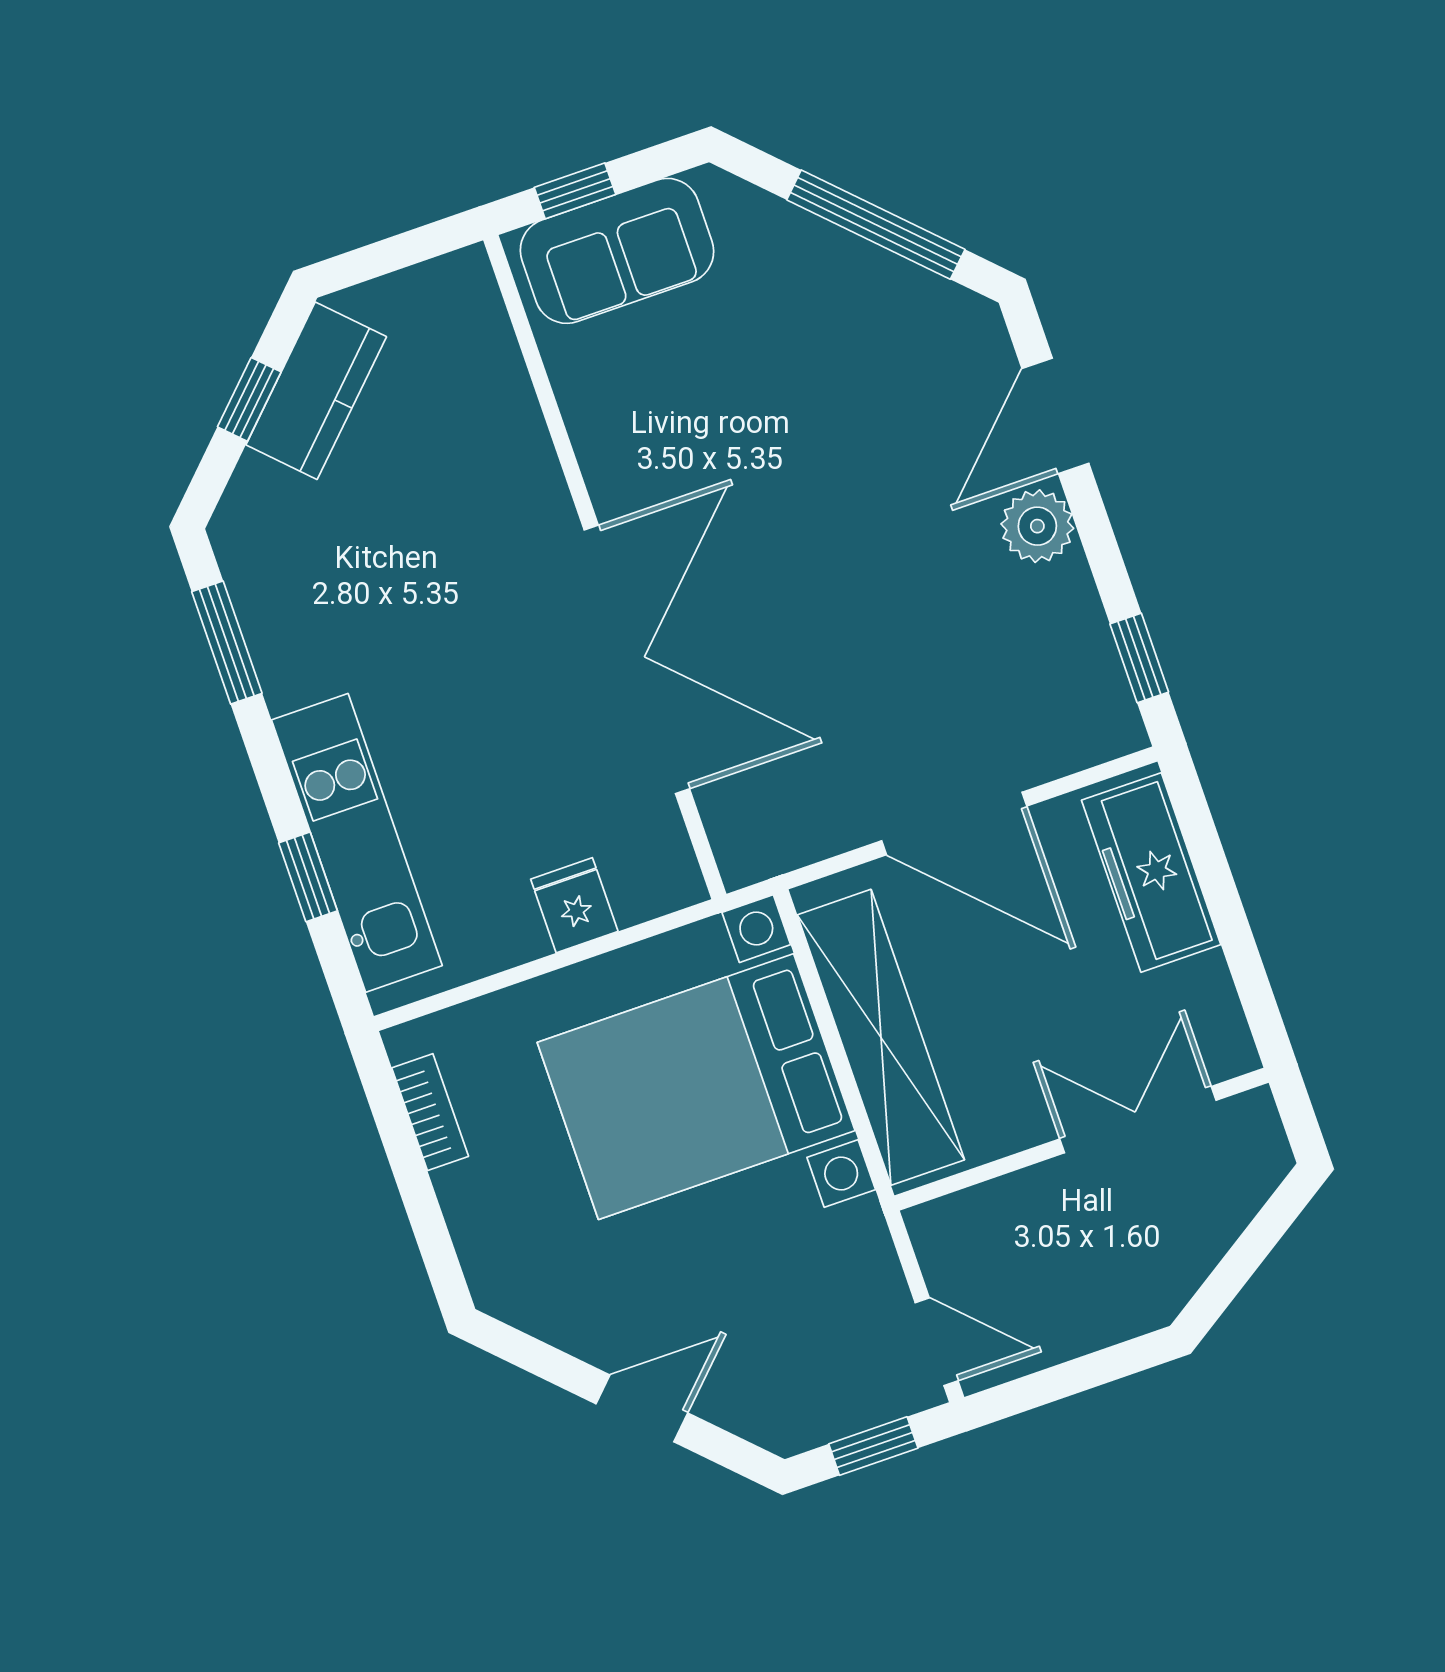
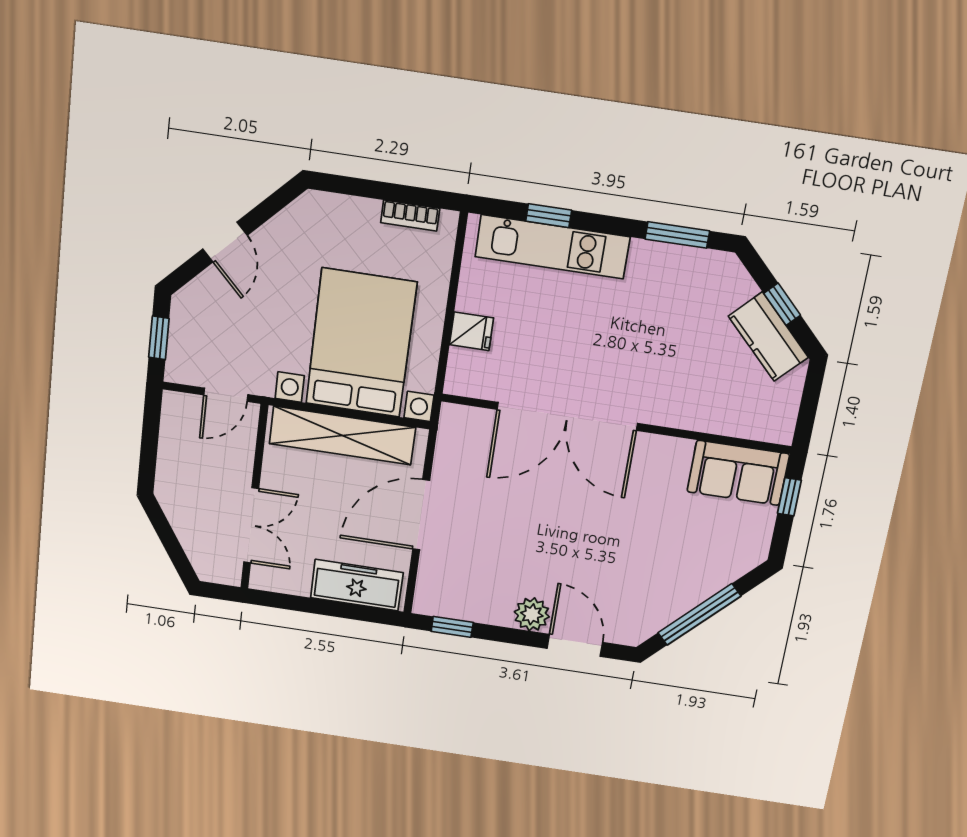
sofa: (617, 251) -> (738, 473), moved, turned -90
door: (937, 1342) -> (226, 395), moved

